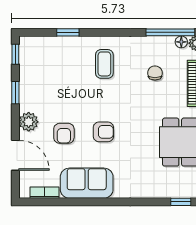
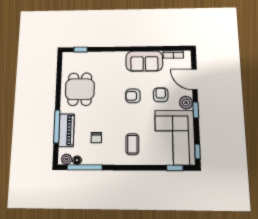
window: (68, 32) -> (175, 168), moved
corner sofa: (46, 73) -> (175, 137), added
window: (15, 93) -> (196, 110), moved

